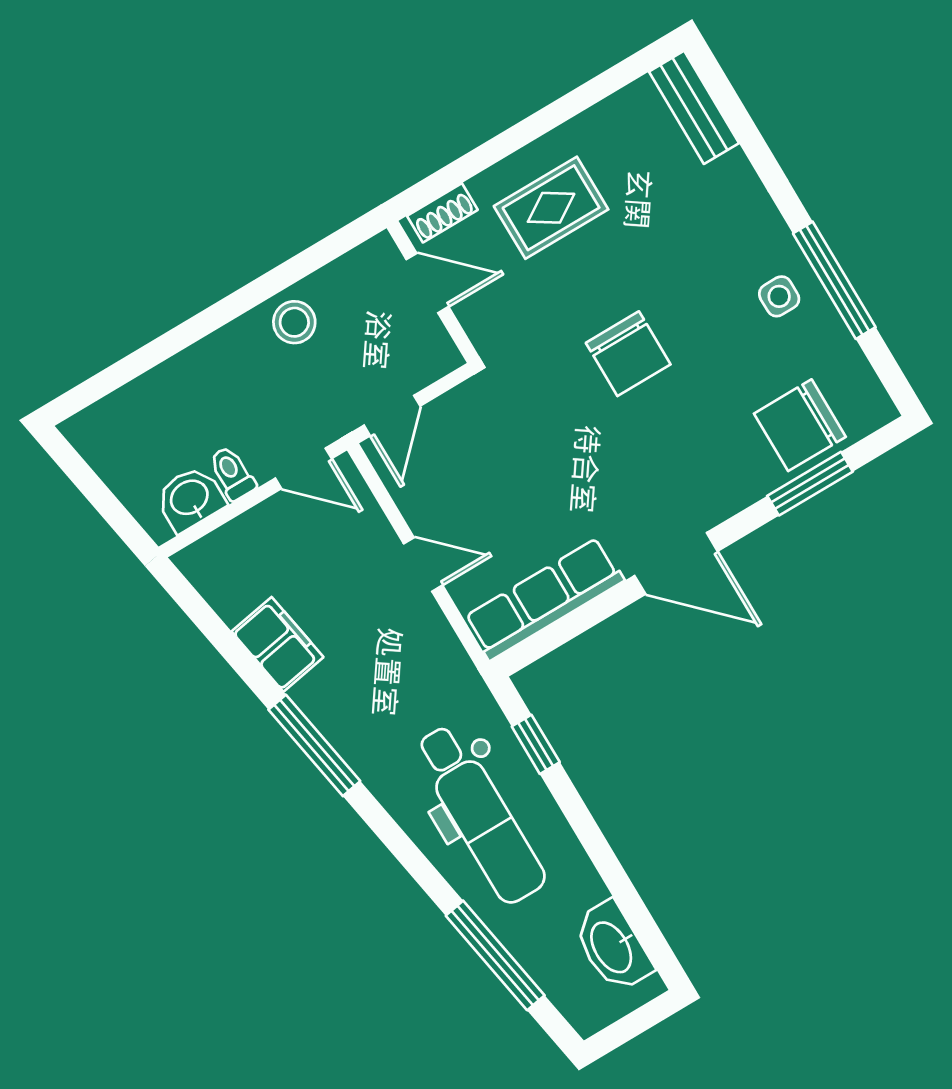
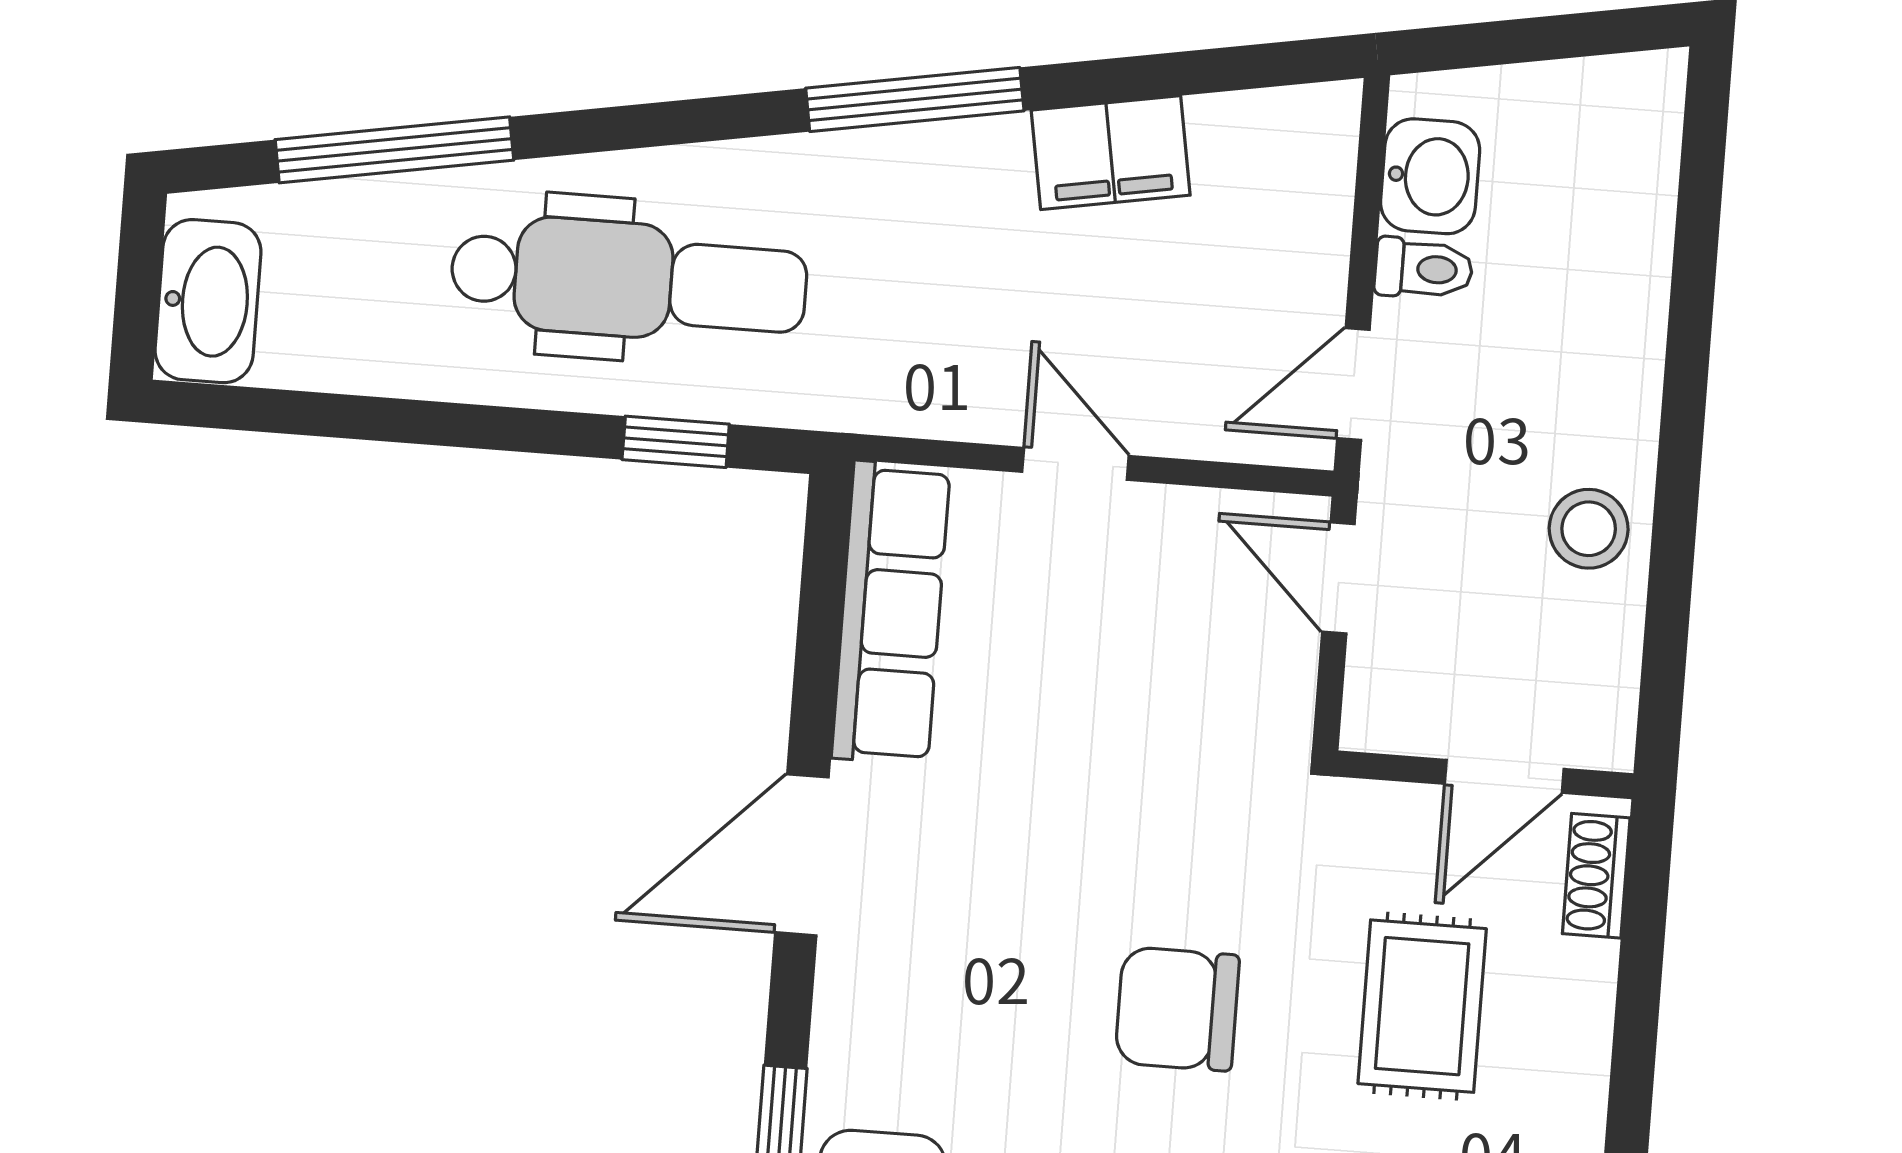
rug: (551, 208) -> (1422, 1006), moved
door: (423, 564) -> (1075, 464), swing flipped
dental chair: (480, 814) -> (629, 280), turned 180
washbasin: (613, 947) -> (208, 301), moved, turned 90

